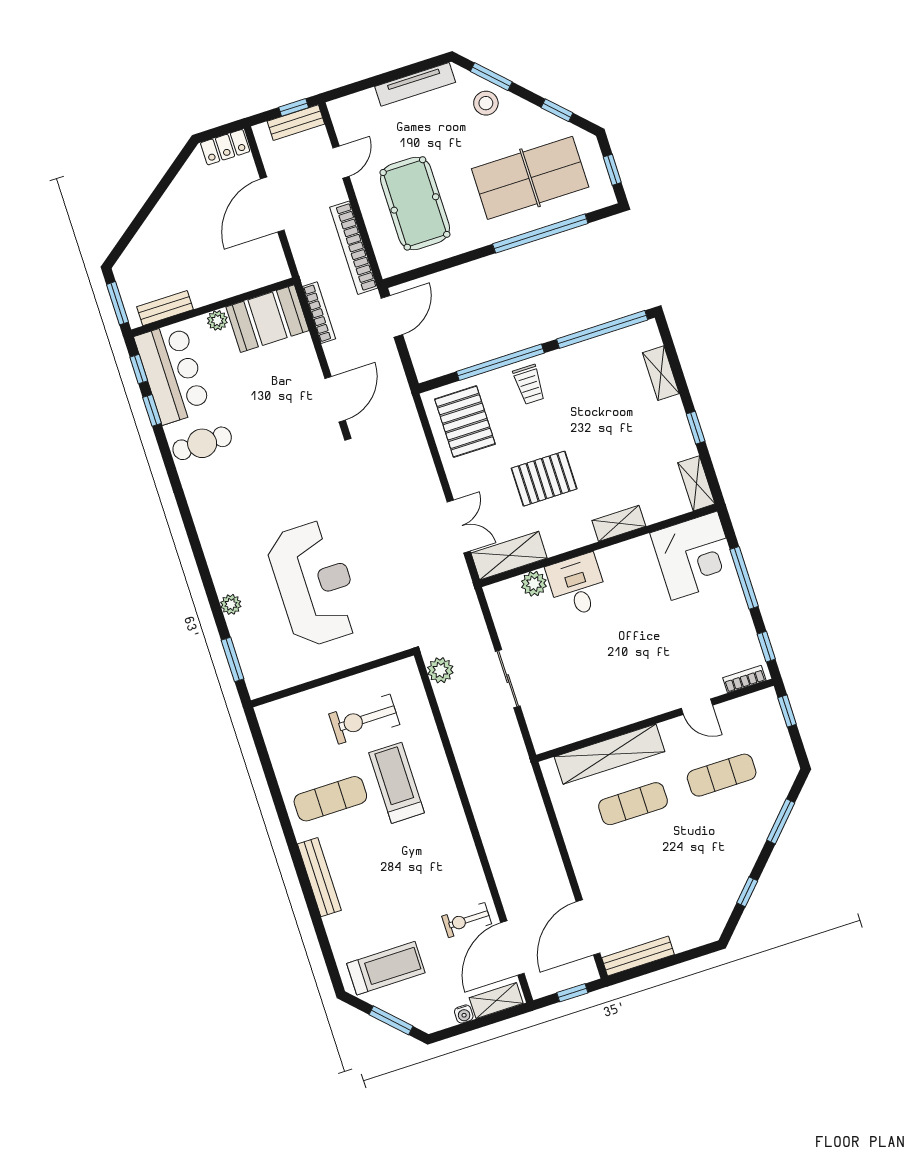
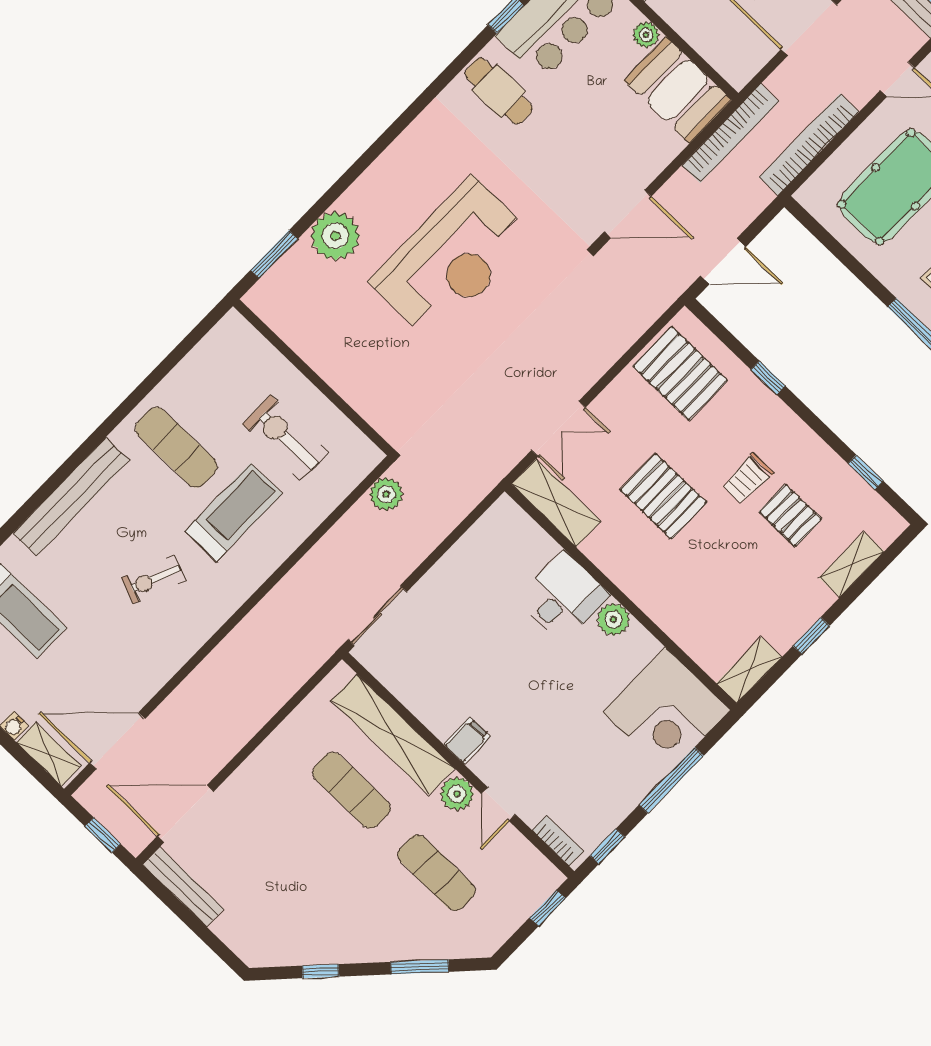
bookcase: (319, 313) -> (730, 133), width x1.48, depth x1.31
door: (392, 316) -> (723, 261), moved
window: (602, 329) -> (866, 472), width x0.32
window: (500, 362) -> (768, 378), width x0.32
trolley: (529, 384) -> (748, 479), moved
pallet: (604, 397) -> (790, 515), added
pallet: (465, 422) -> (680, 373), turned 90
shelving: (619, 523) -> (658, 607), removed
reception desk: (315, 584) -> (452, 259), moved
plant: (534, 584) -> (613, 620), moved
plant: (231, 604) -> (335, 236), width x1.88, depth x1.88
sliding door: (508, 679) -> (377, 616), moved
filing cabinet: (641, 705) -> (467, 741), added
plant: (674, 732) -> (457, 794), added
bench: (319, 877) -> (71, 497), width x1.37, depth x1.21
exercise bike: (467, 920) -> (153, 579), moved, turned -68

